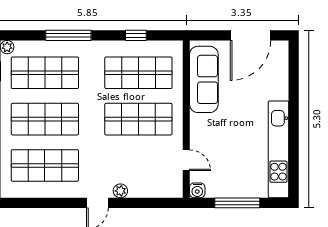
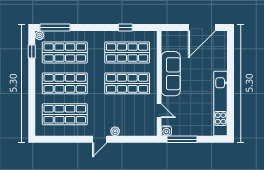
window: (68, 35) -> (55, 28), moved
sofa: (204, 79) -> (171, 74), moved
window: (237, 203) -> (182, 139), moved

